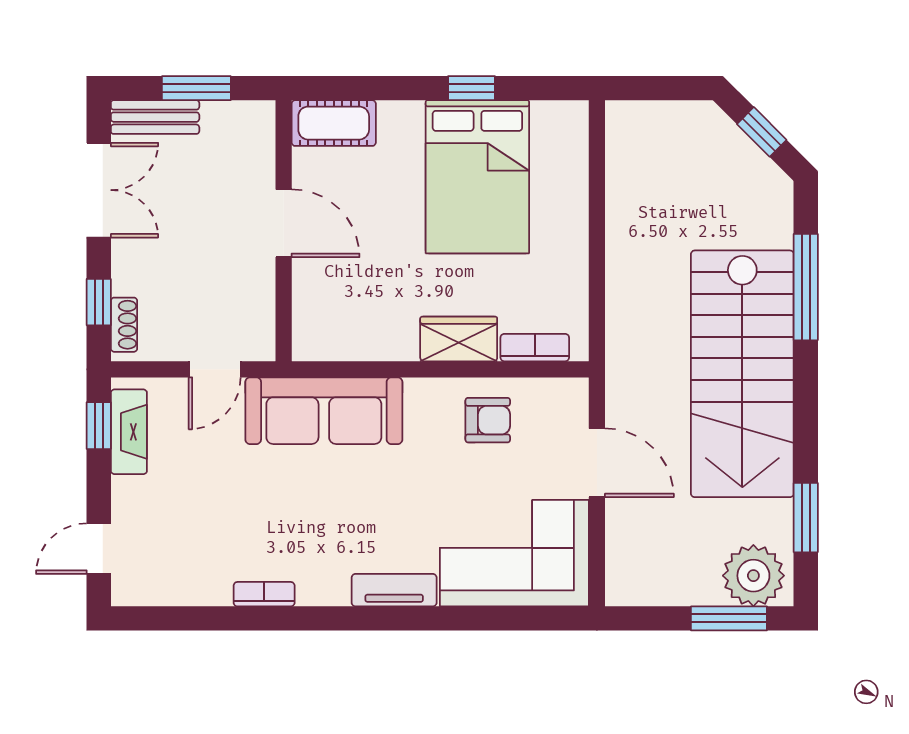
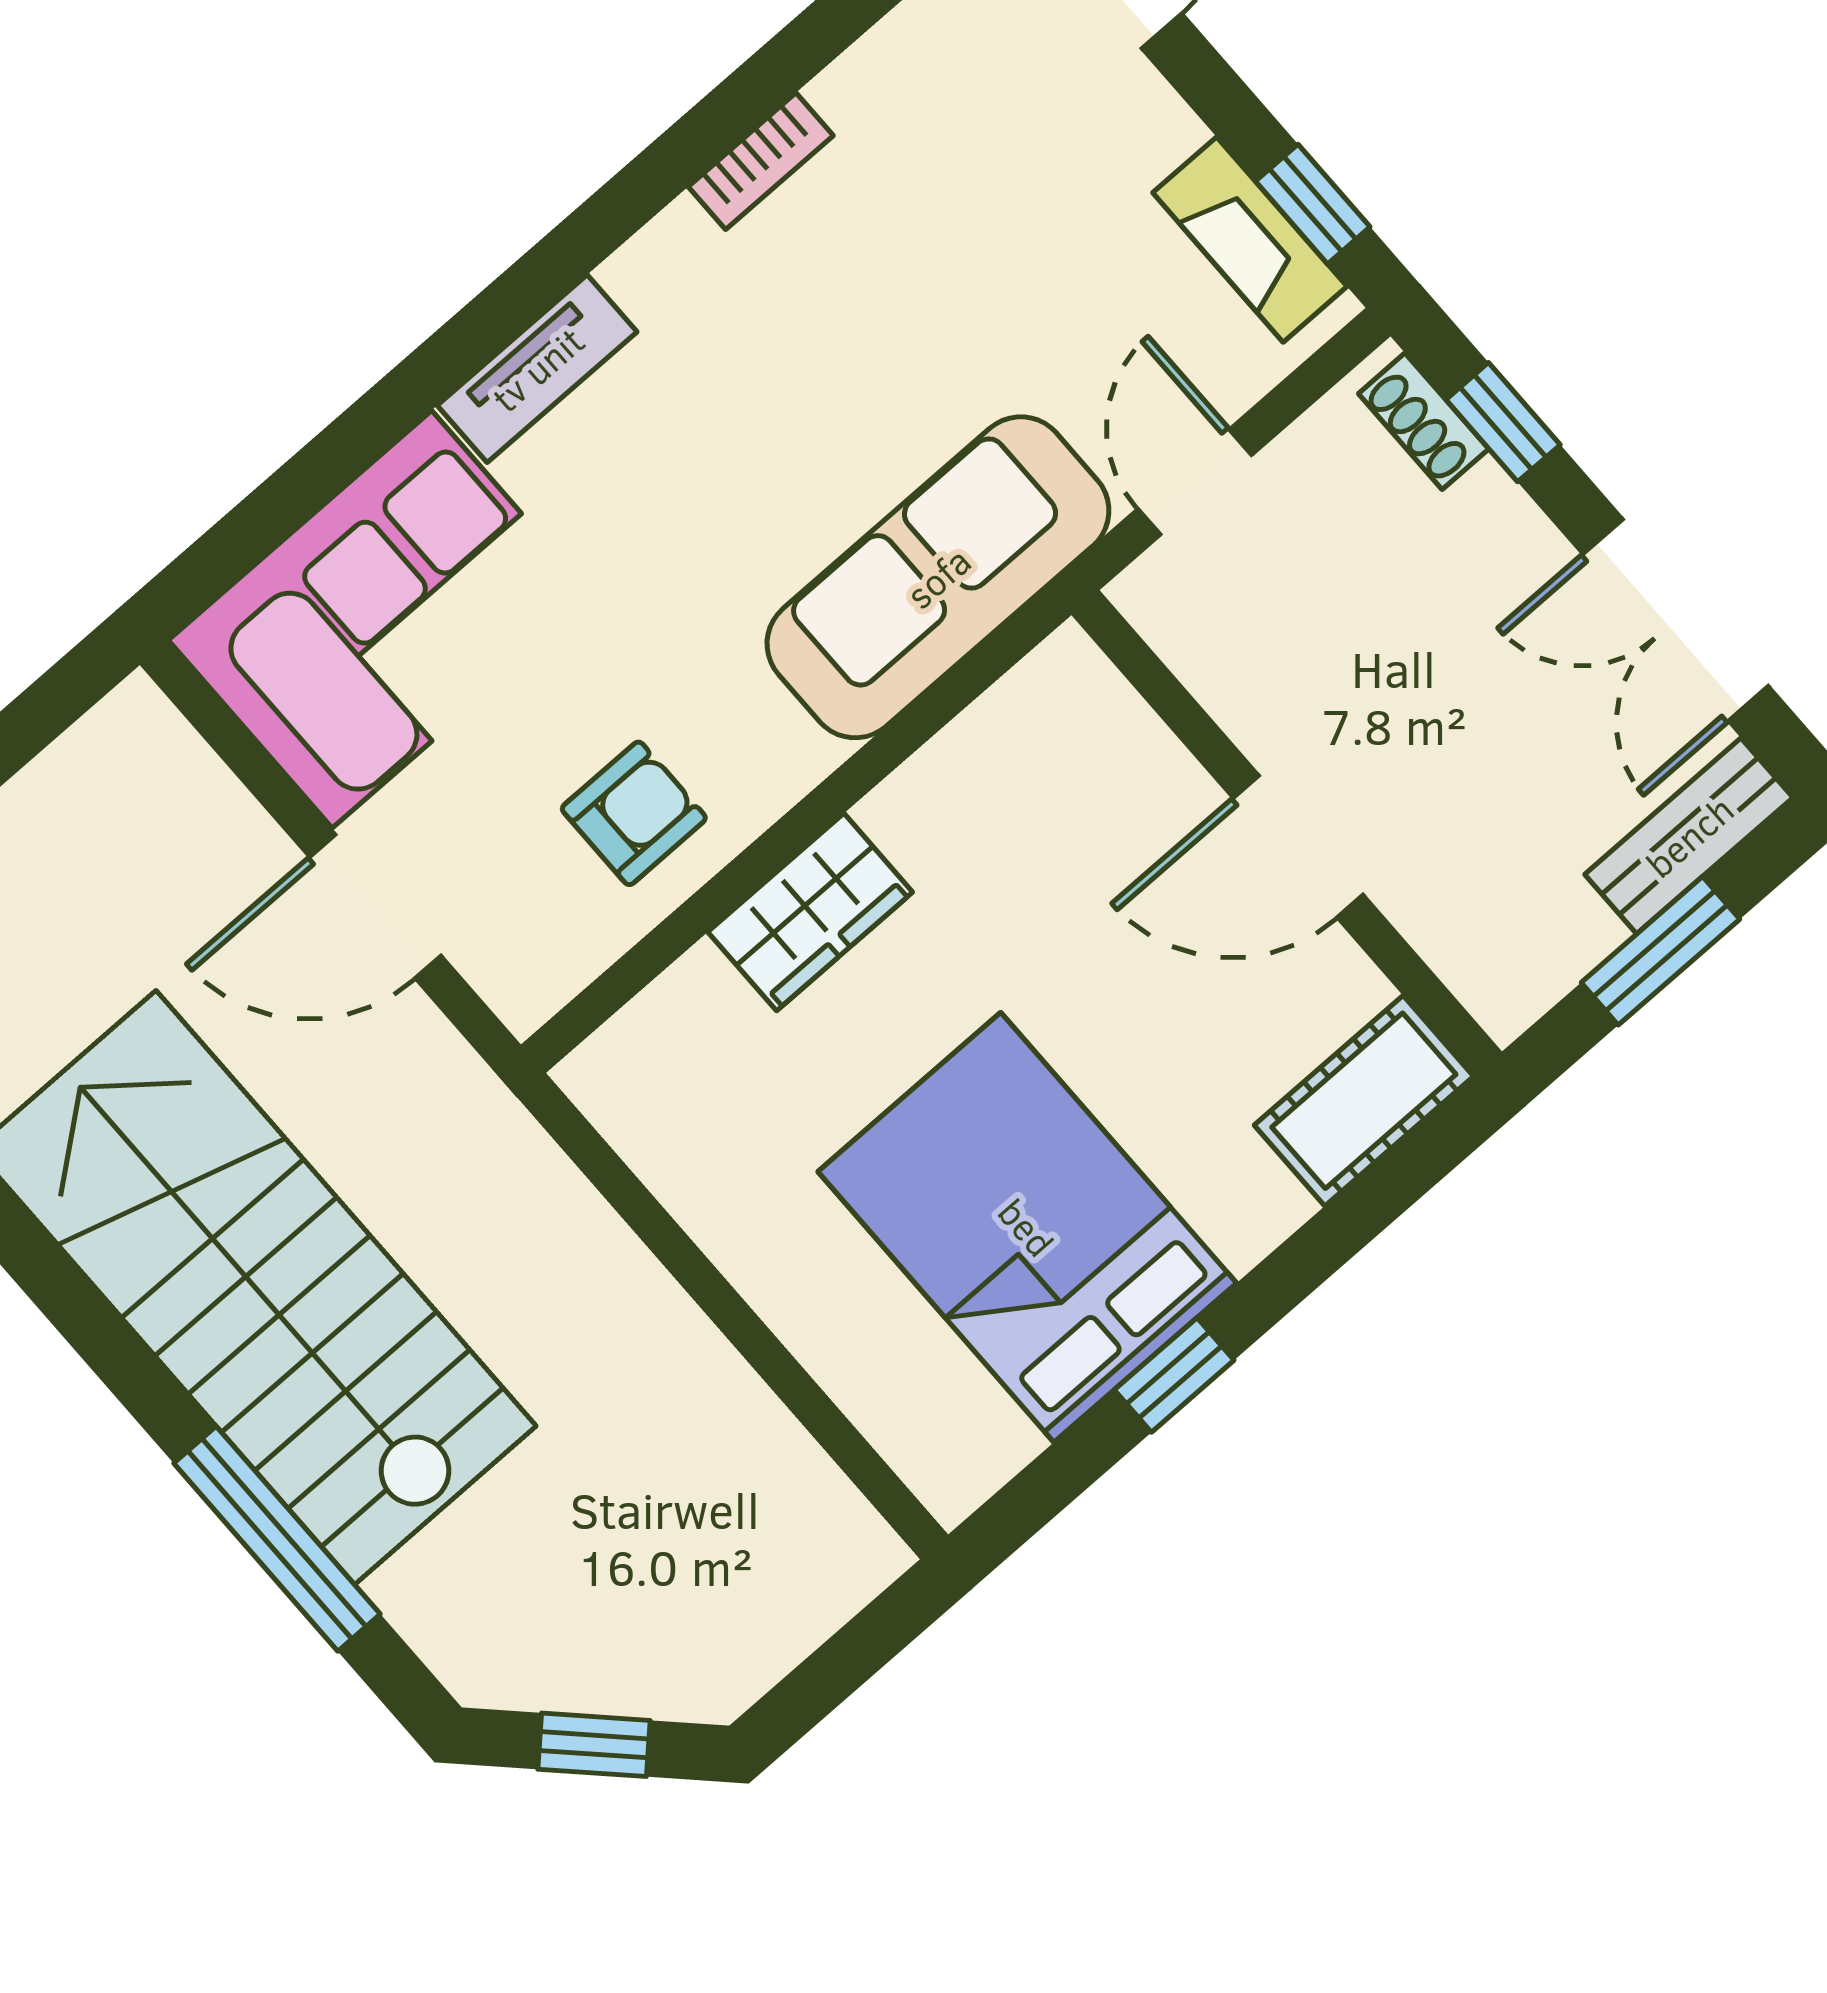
bookcase: (535, 348) -> (663, 1014), removed
armchair: (488, 420) -> (634, 813), turned 180

